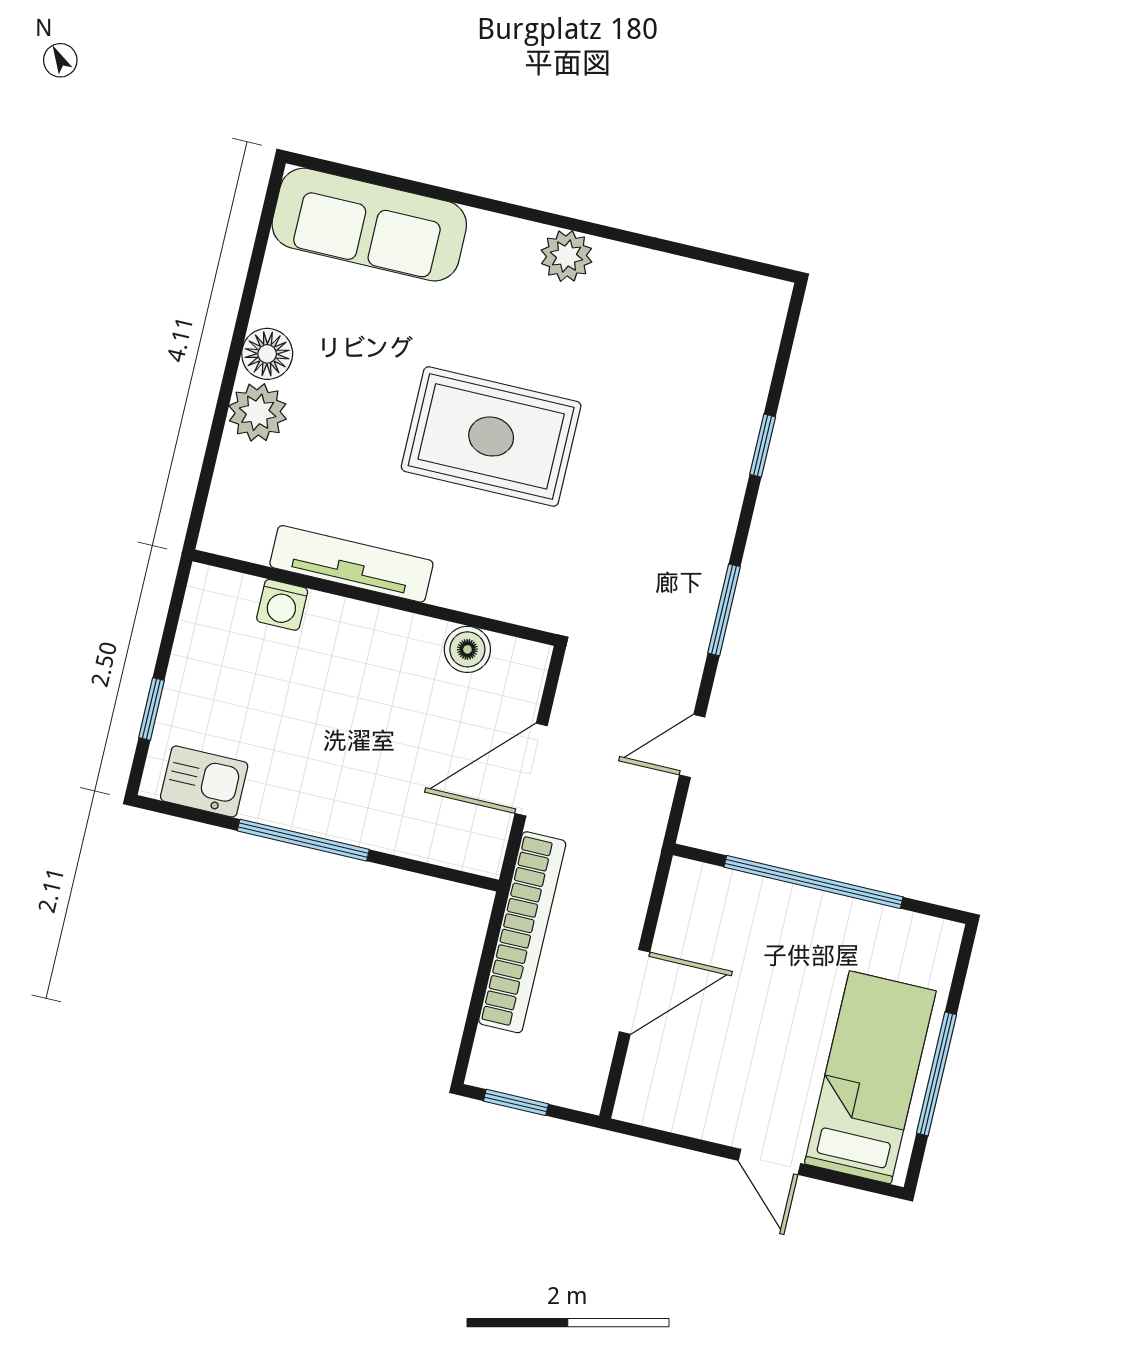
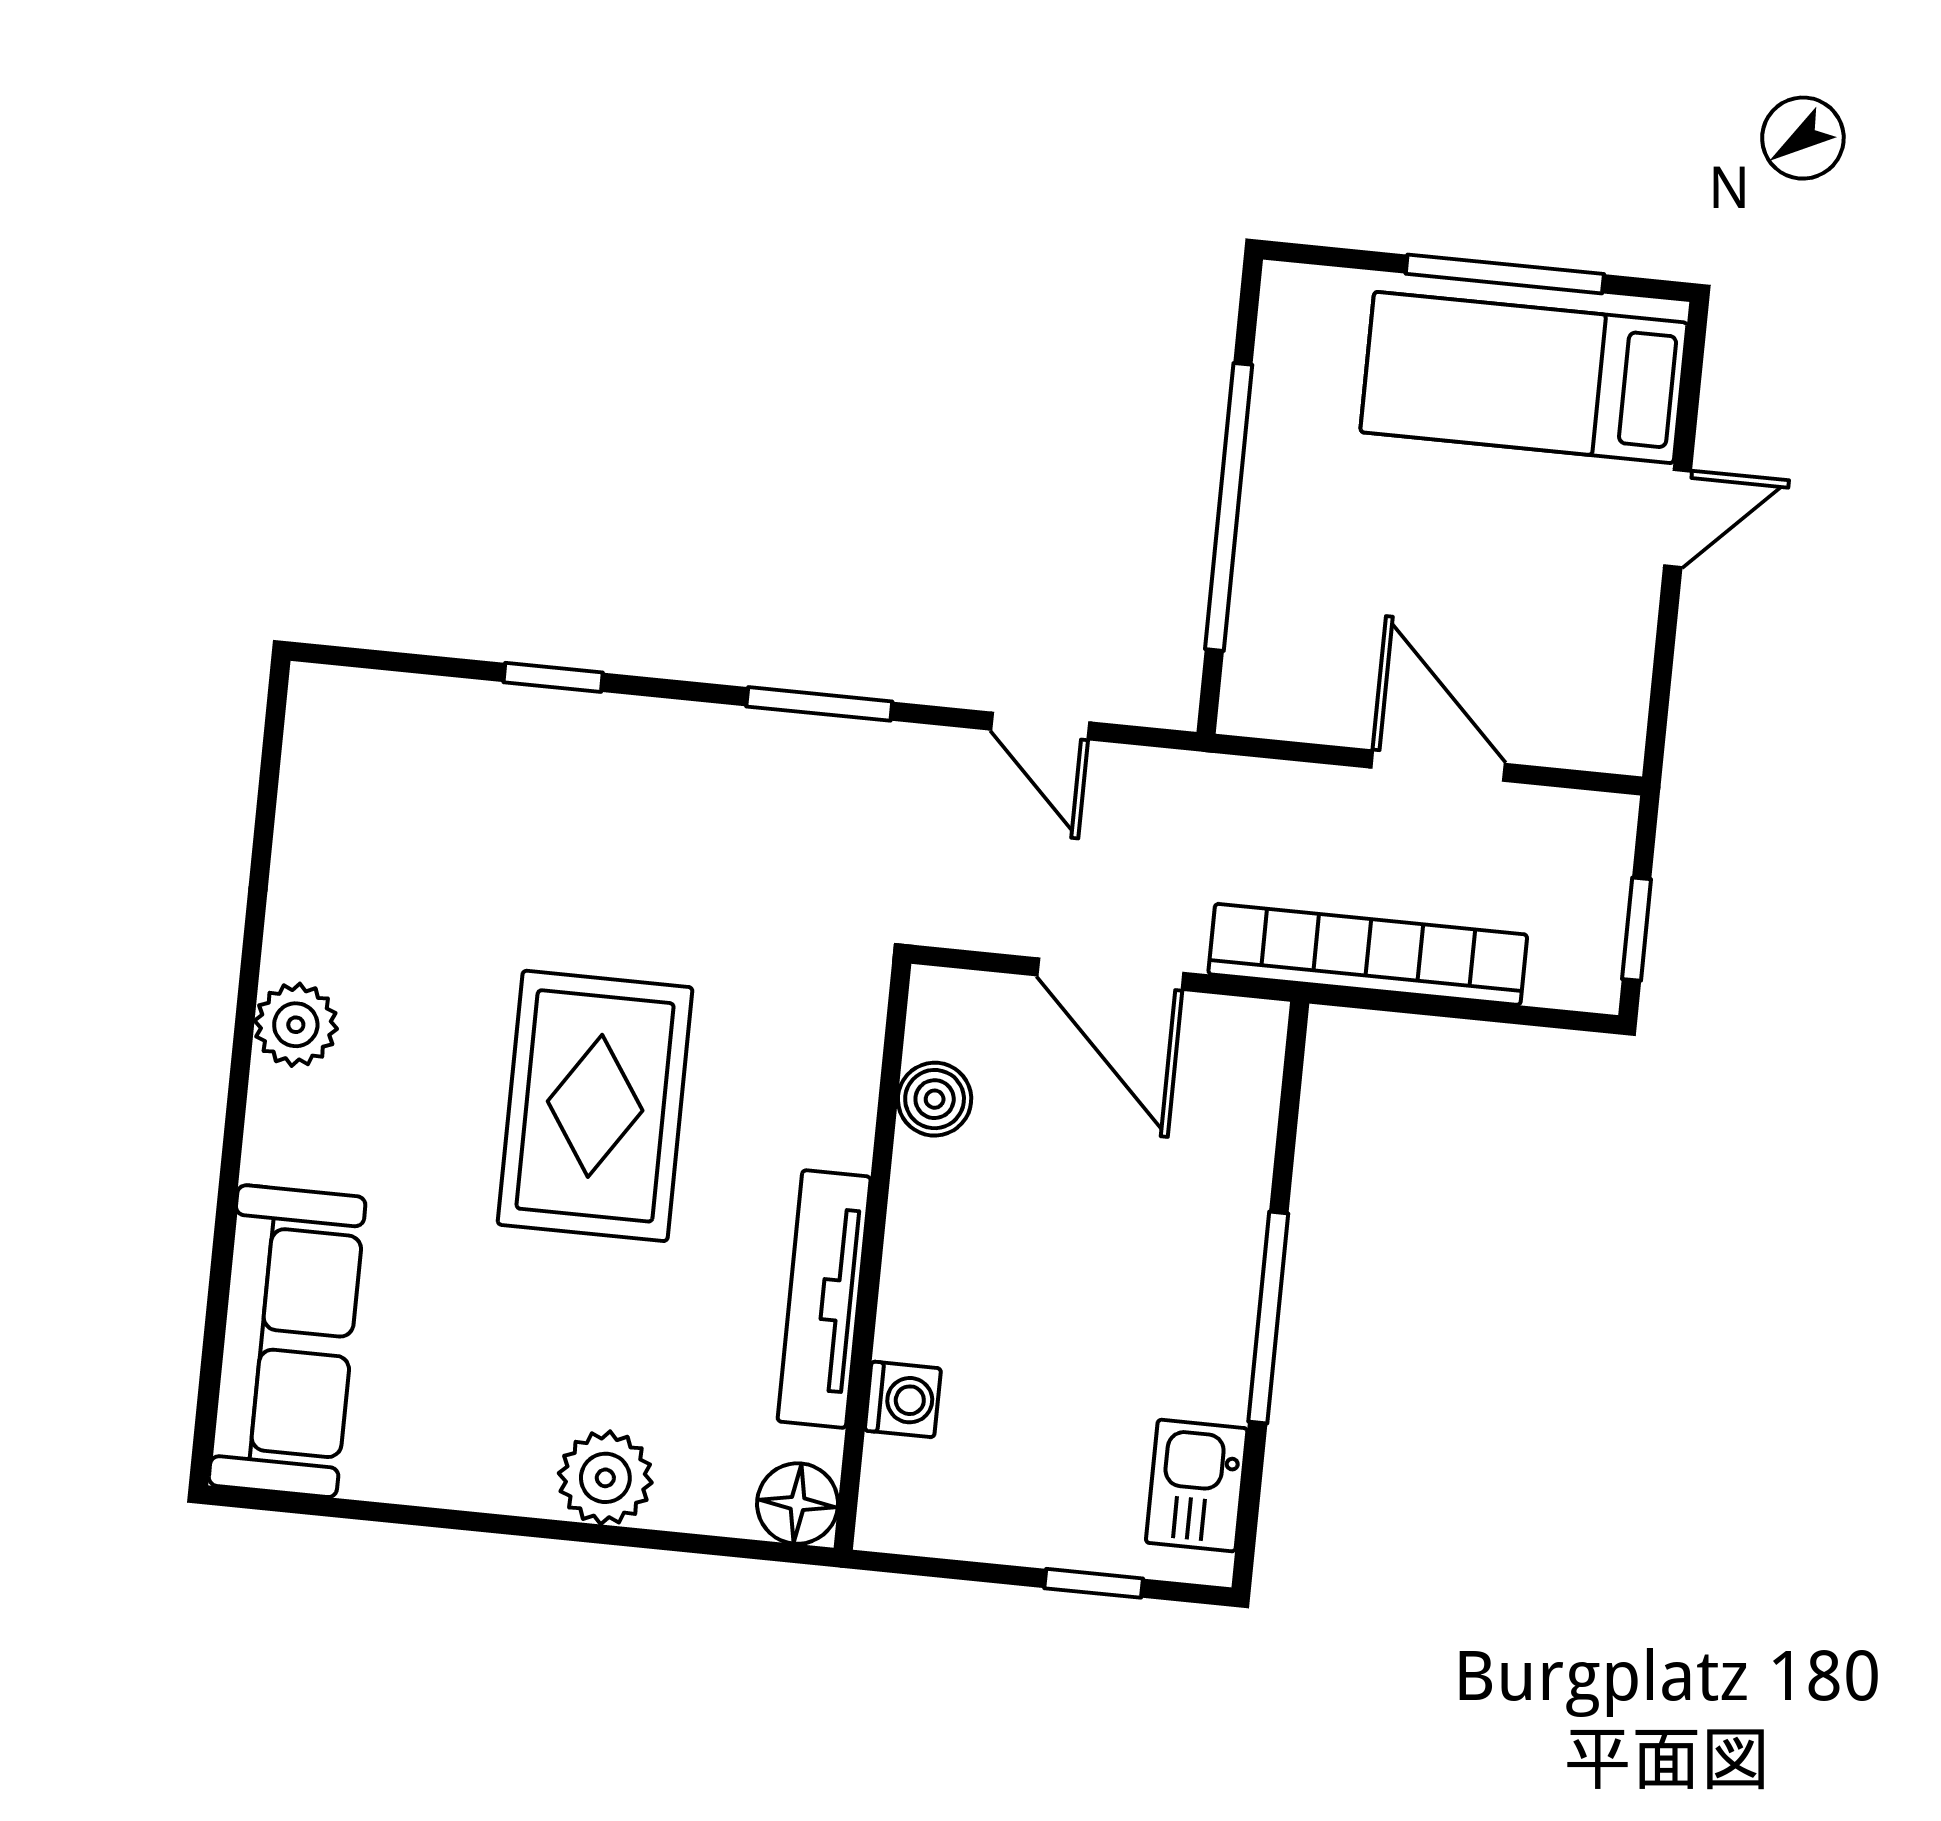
floor lamp: (267, 354) -> (798, 1504), moved

